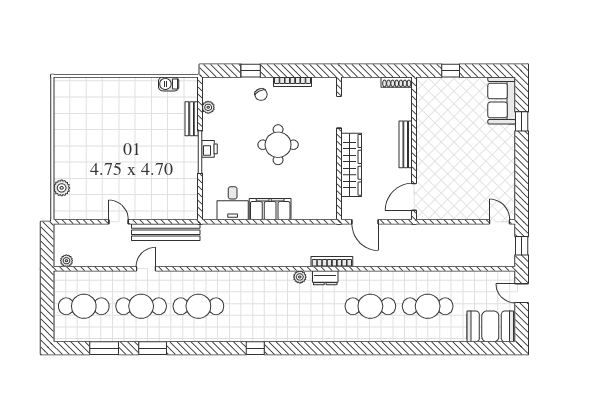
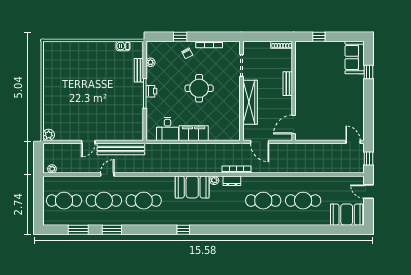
bench: (406, 144) -> (288, 84), width x0.73
plant: (62, 188) -> (49, 135), moved
door: (119, 222) -> (88, 142), swing flipped
booth: (268, 287) -> (192, 187), added

